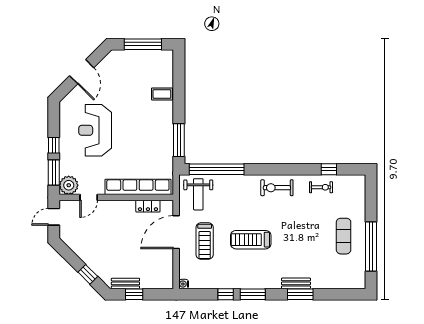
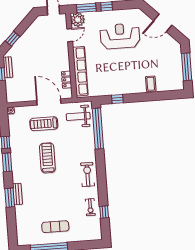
window: (179, 140) -> (117, 99), width x0.46
door: (89, 197) -> (70, 35), swing flipped

